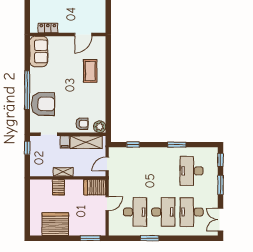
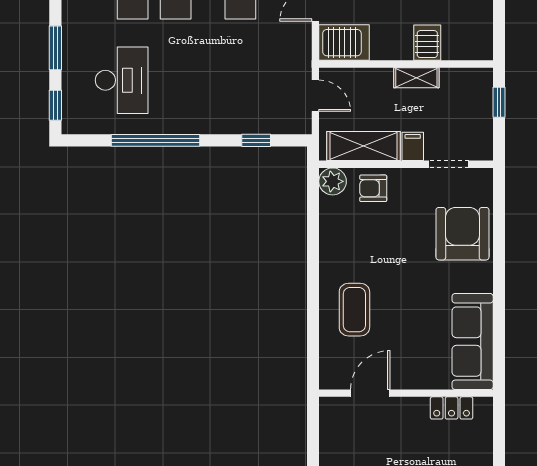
sofa: (39, 51) -> (473, 342), width x1.36
window: (27, 90) -> (499, 266), removed
armchair: (43, 104) -> (462, 234), turned 90
window: (177, 145) -> (155, 140), width x2.11
window: (27, 148) -> (499, 102), moved
door: (107, 164) -> (315, 96), hinge flipped

